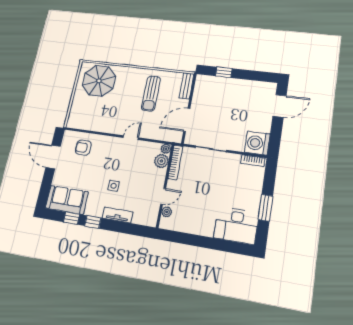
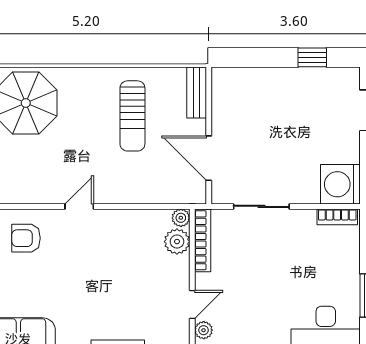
window: (224, 72) -> (312, 57), moved
door: (187, 120) -> (209, 158), hinge flipped
door: (131, 138) -> (79, 206), moved
side table: (114, 186) -> (99, 300), removed

